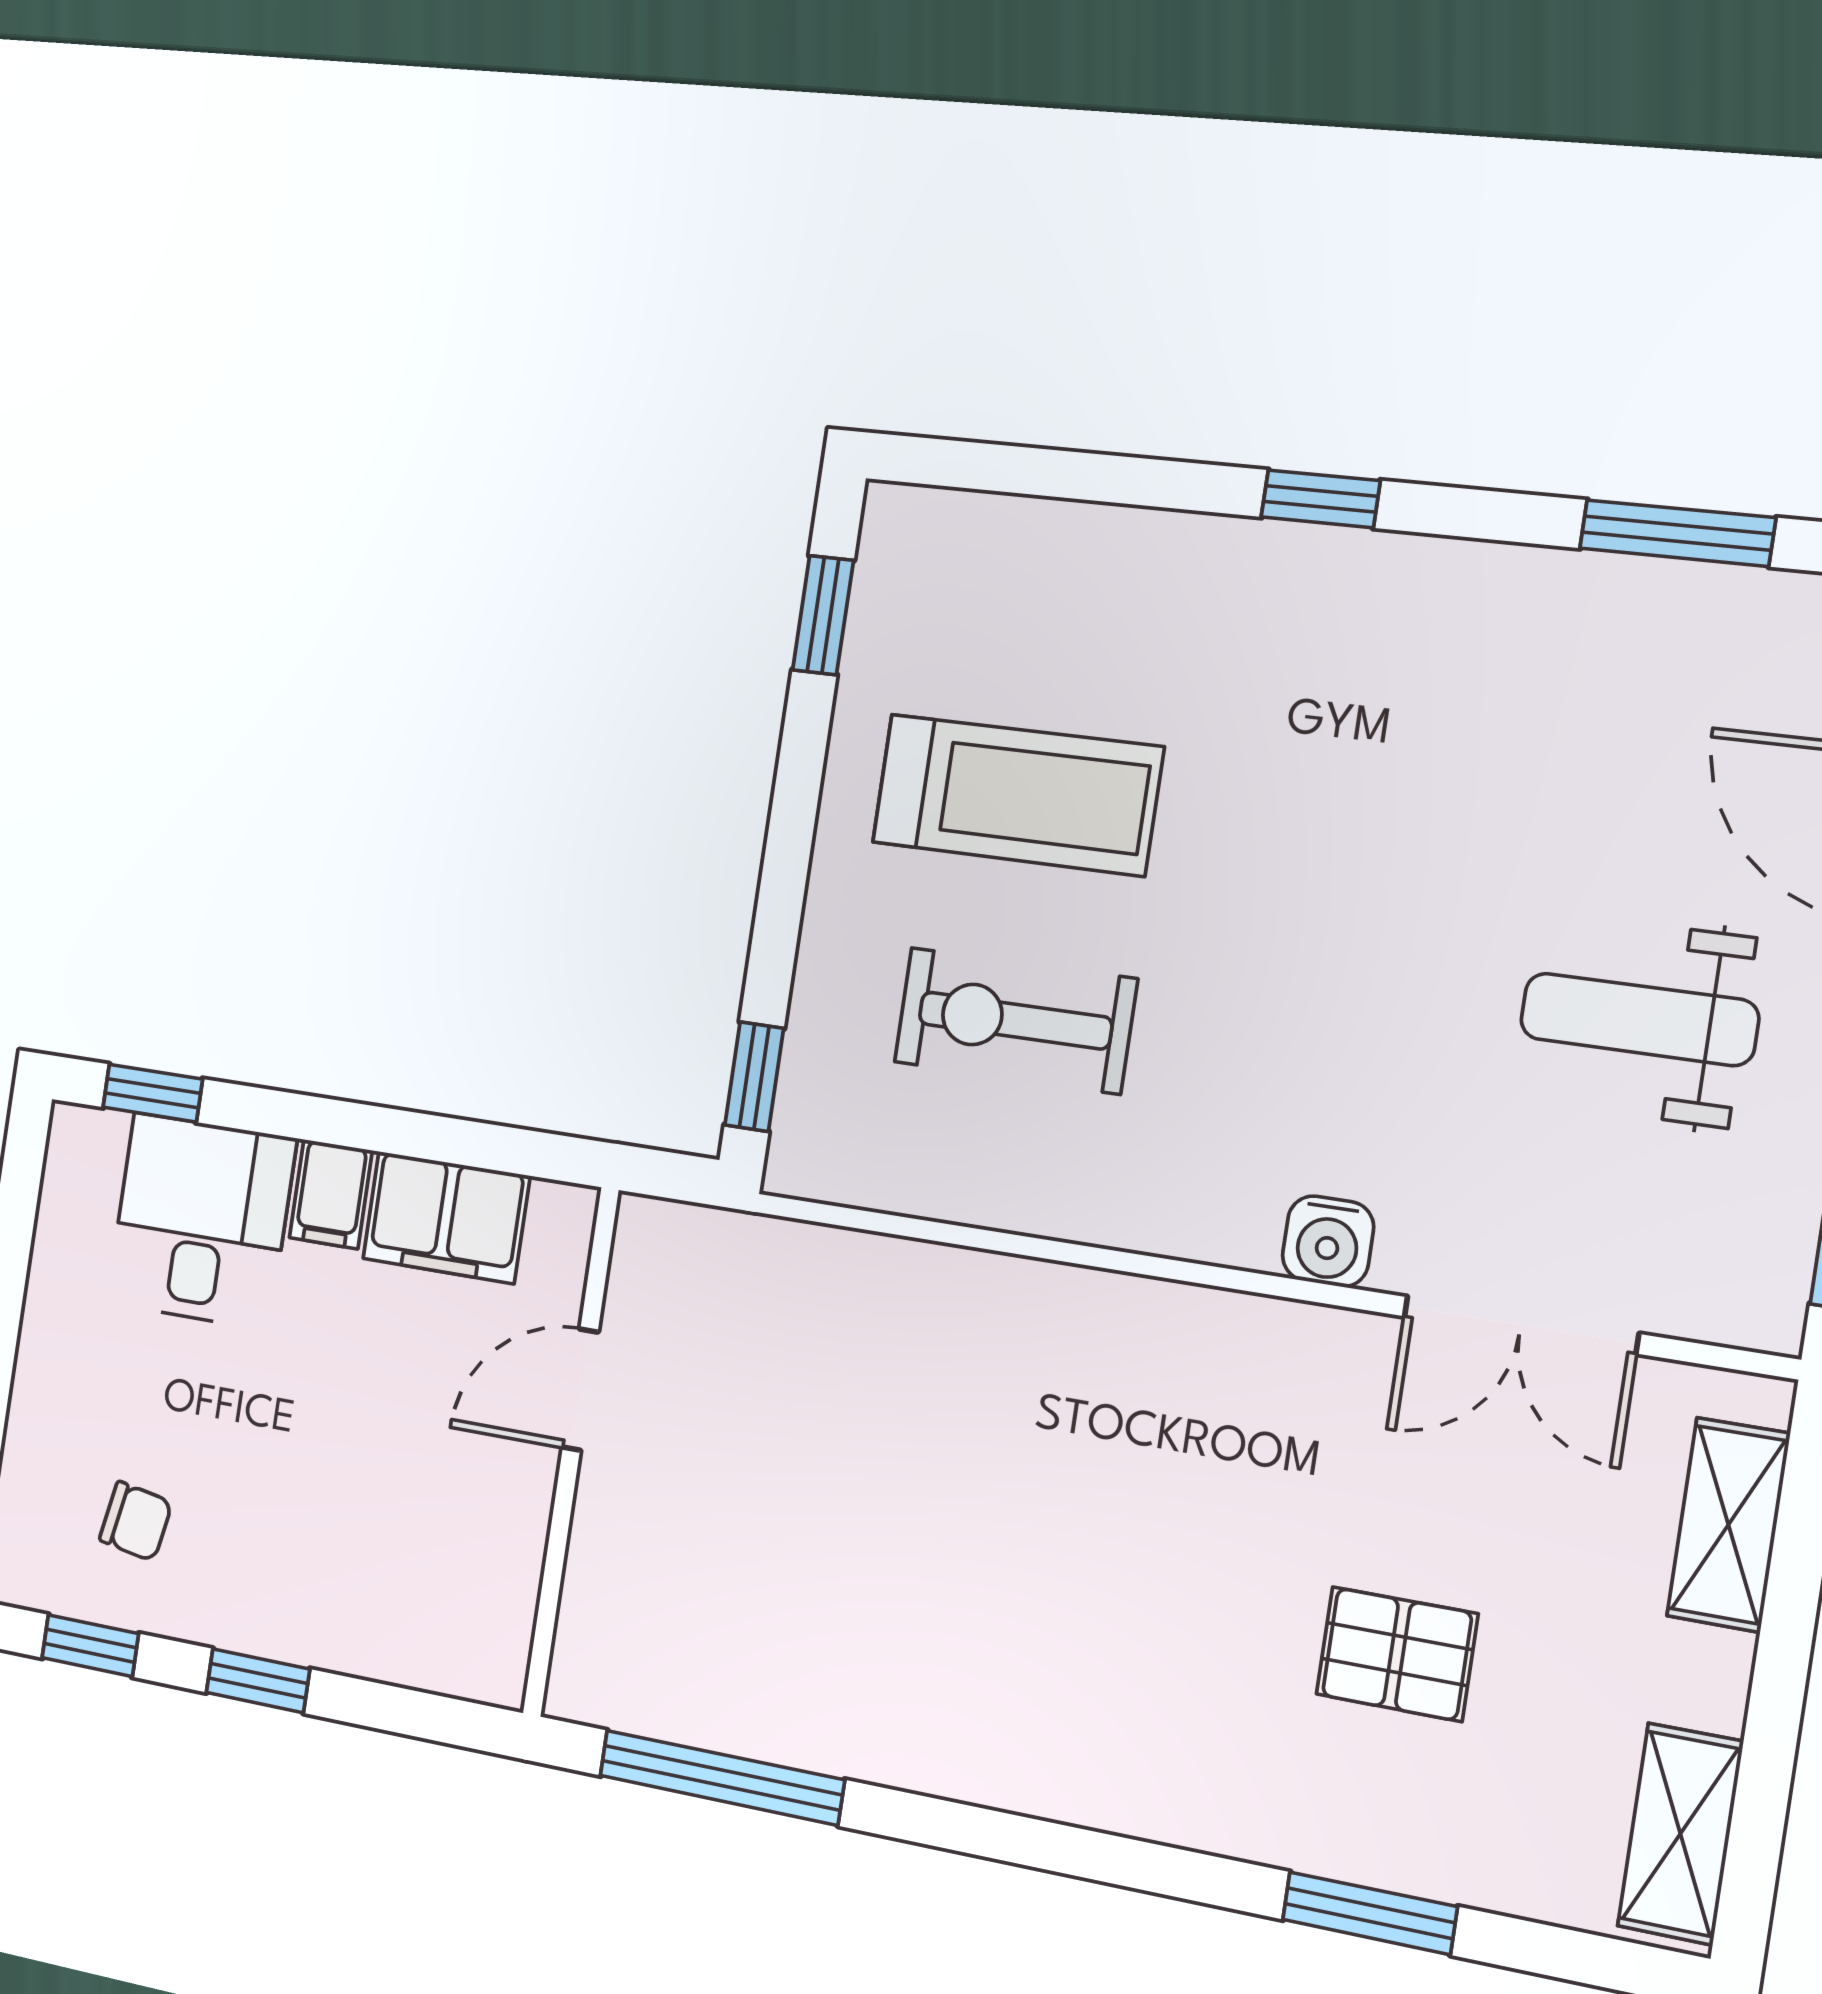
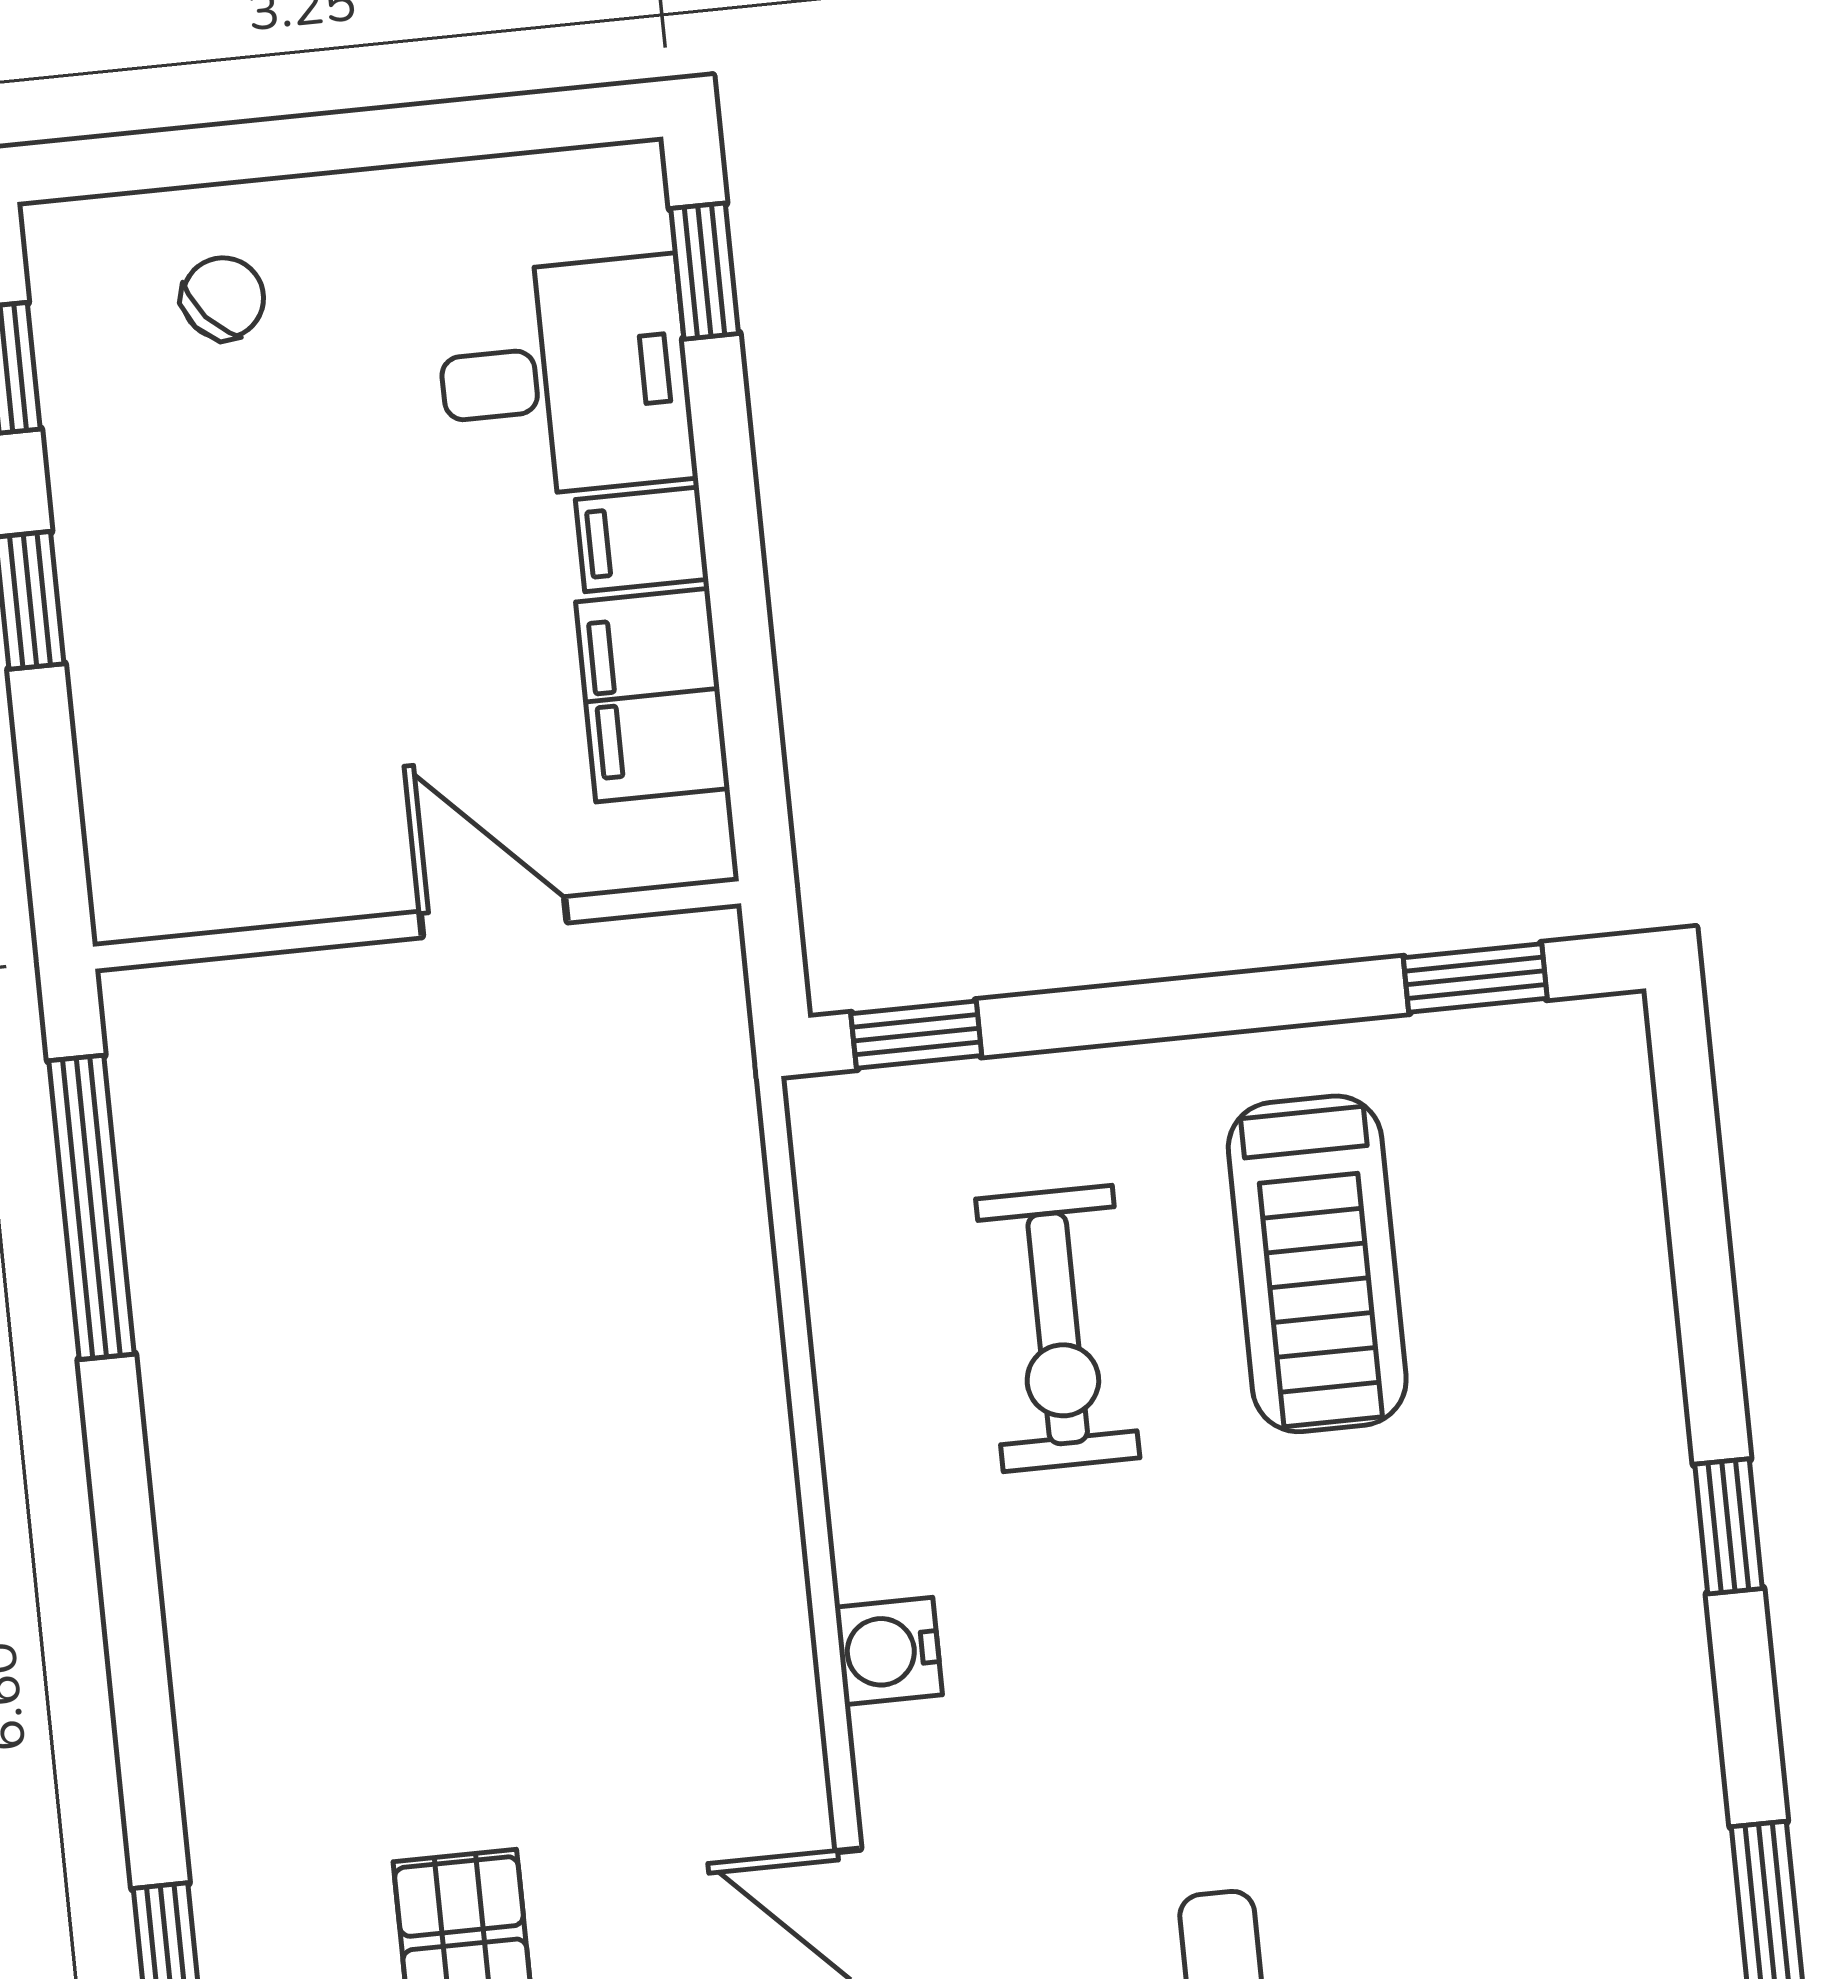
exercise bike: (1015, 1021) -> (1058, 1328), turned 180
water cooler: (1328, 1241) -> (889, 1651), moved
chair: (136, 1521) -> (223, 298), moved, turned -141

